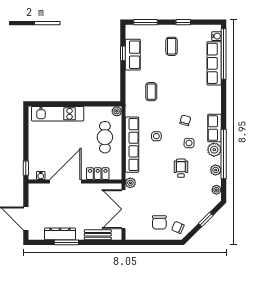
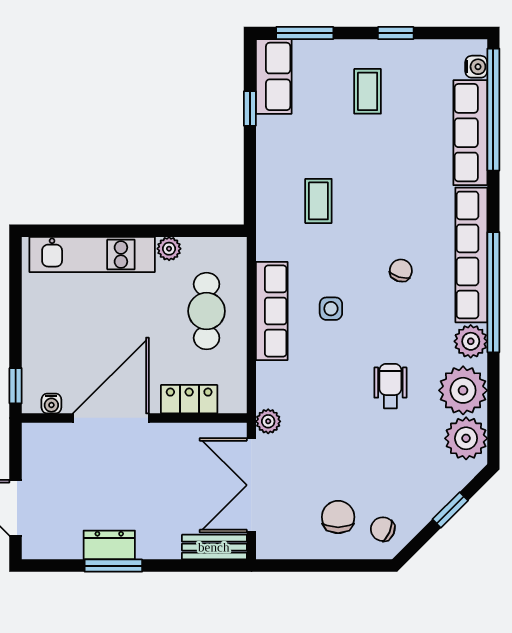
row of seats: (133, 55) -> (274, 76), moved
plant: (117, 111) -> (169, 249), moved
row of seats: (214, 128) -> (471, 255), width x2.02
side table: (189, 143) -> (410, 325), removed
row of seats: (132, 145) -> (272, 311), width x0.73
window: (224, 154) -> (493, 292), moved
plant: (216, 170) -> (463, 390), width x1.88, depth x1.88
plant: (216, 190) -> (466, 438), width x1.88, depth x1.88
chair: (159, 222) -> (338, 517), turned 180
dresser: (60, 234) -> (109, 545), width x0.70
bench: (98, 235) -> (214, 547), moved

